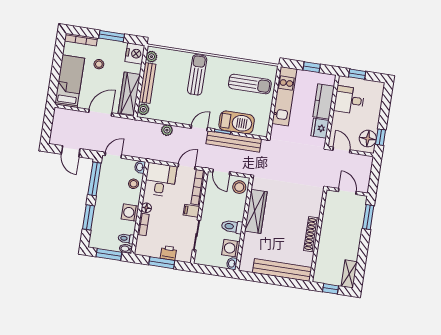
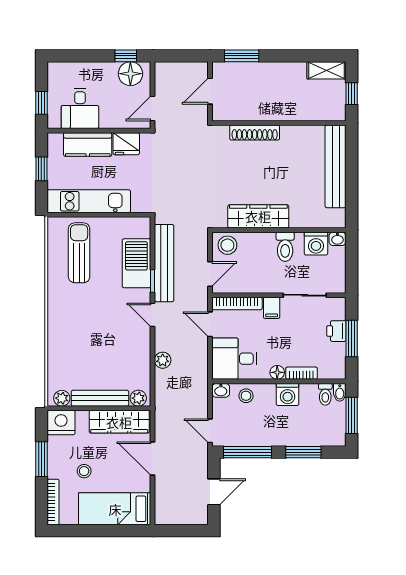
sun lounger: (197, 75) -> (78, 330), removed
shoe rack: (311, 234) -> (255, 133), moved

